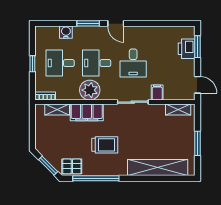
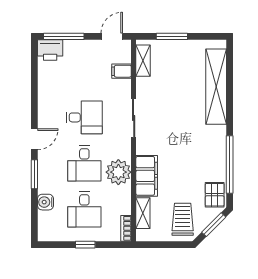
window: (197, 47) -> (64, 36), width x1.44
printer: (187, 49) -> (50, 50), moved
filing cabinet: (157, 92) -> (121, 71), moved
window: (197, 143) -> (172, 36), moved
trolley: (105, 145) -> (183, 219), moved

